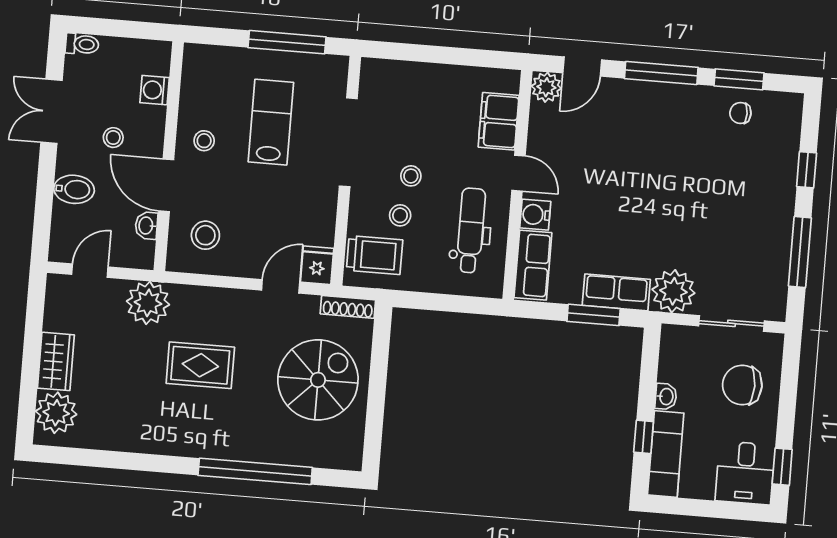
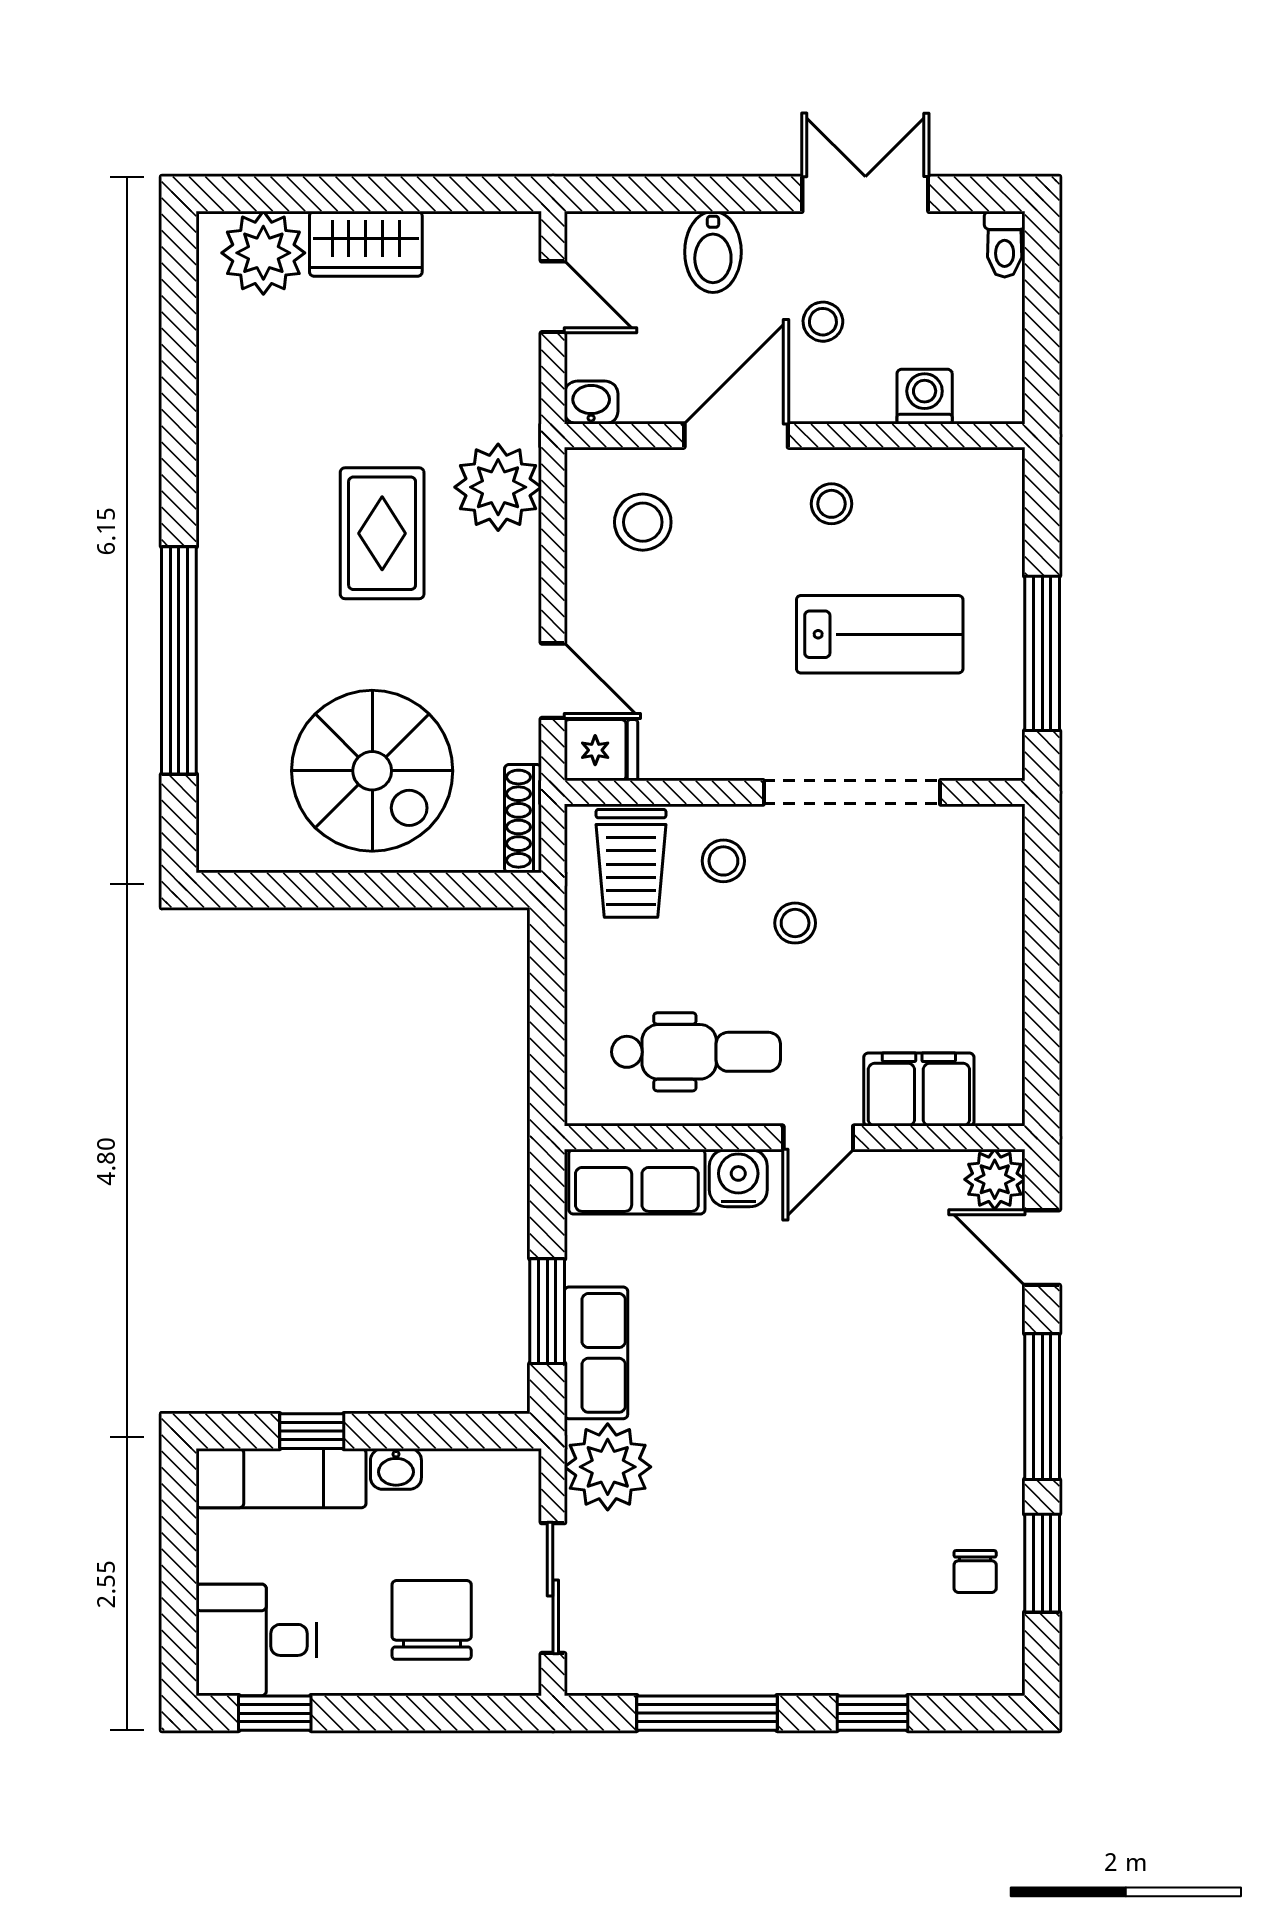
chair: (740, 113) -> (975, 1572), turned 180
stool: (400, 215) -> (723, 861), moved
washbasin: (146, 226) -> (591, 403), moved
plant: (148, 303) -> (498, 487), moved

